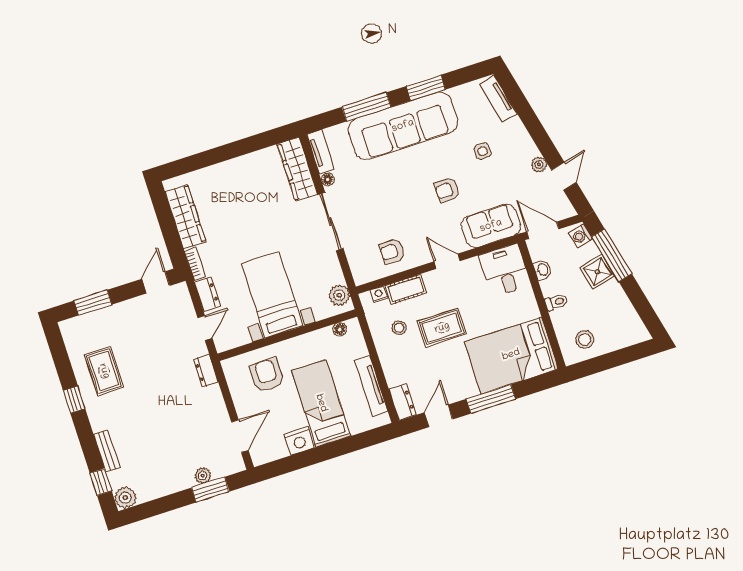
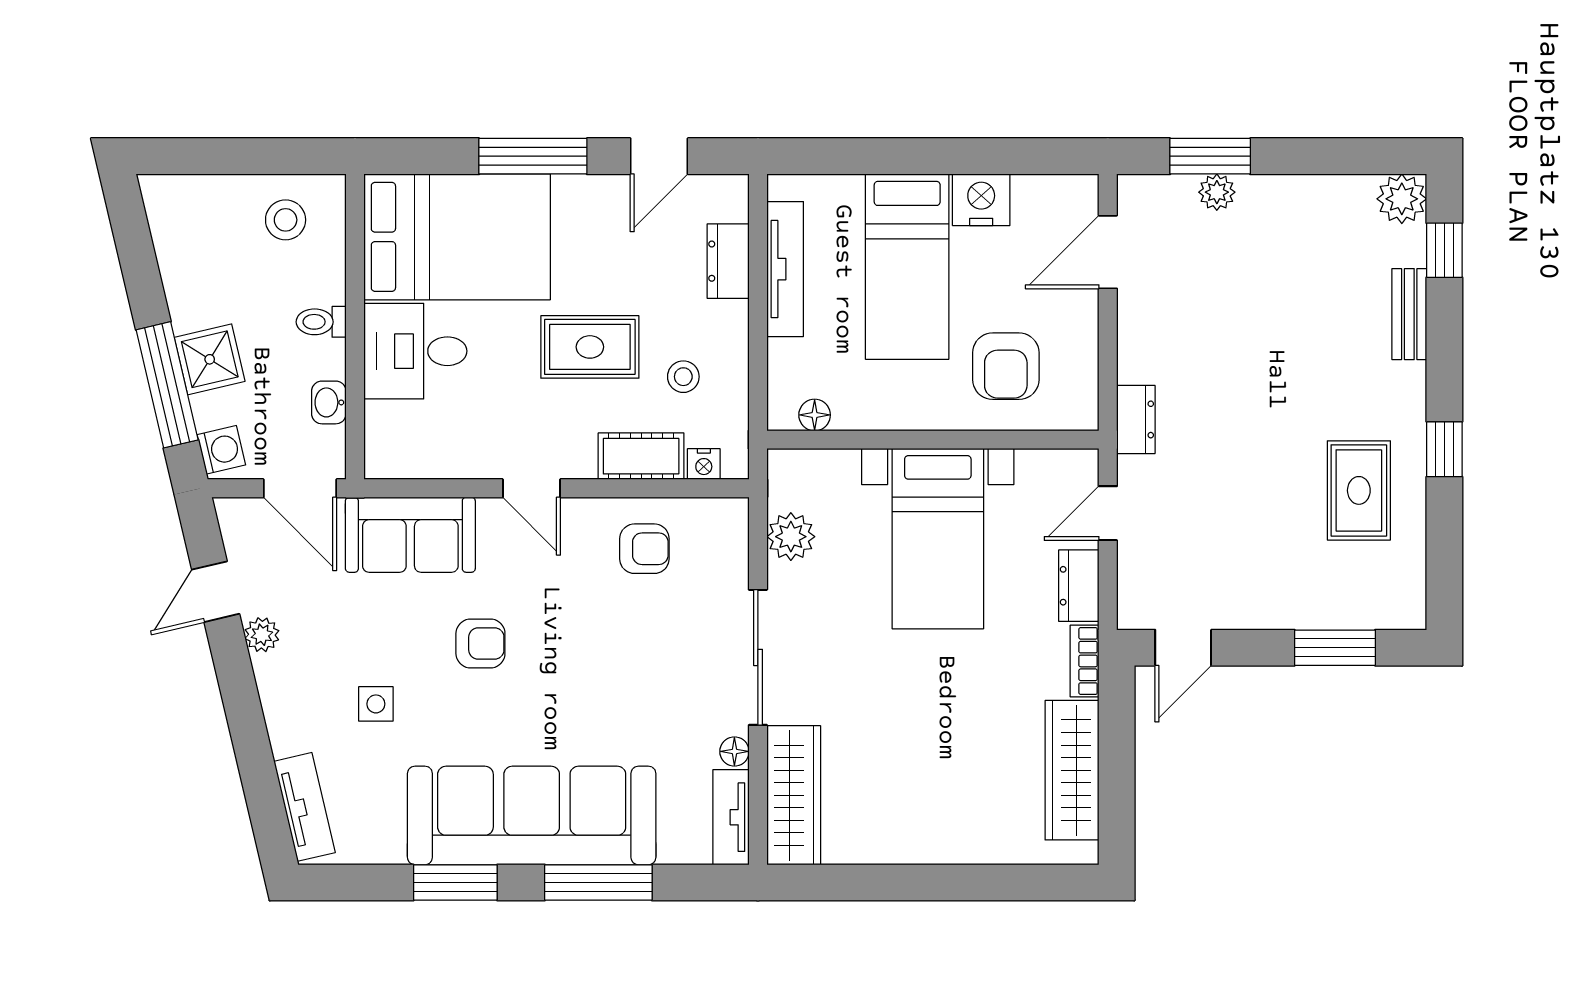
desk: (505, 270) -> (415, 351), moved, turned 90
plant: (339, 295) -> (791, 537), moved
dresser: (402, 402) -> (728, 261), moved

